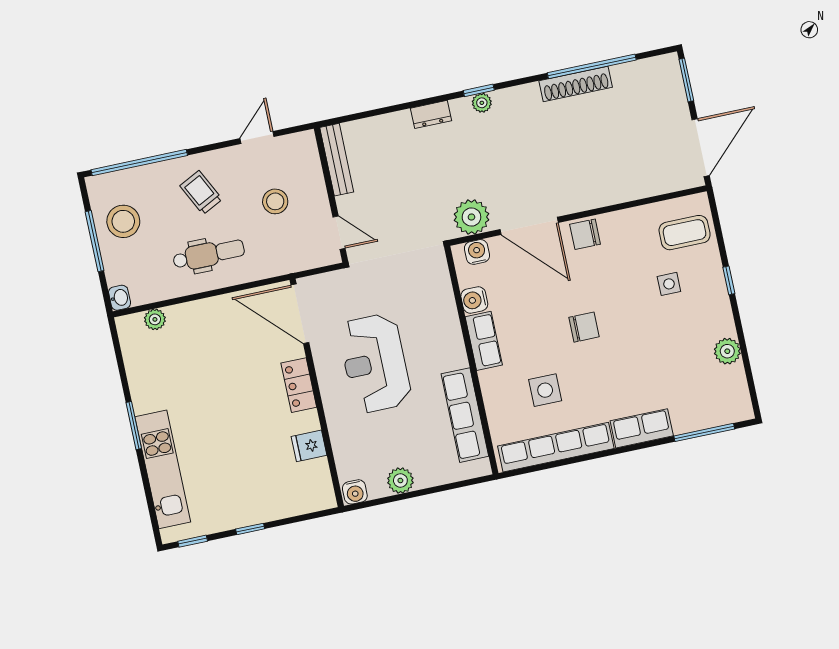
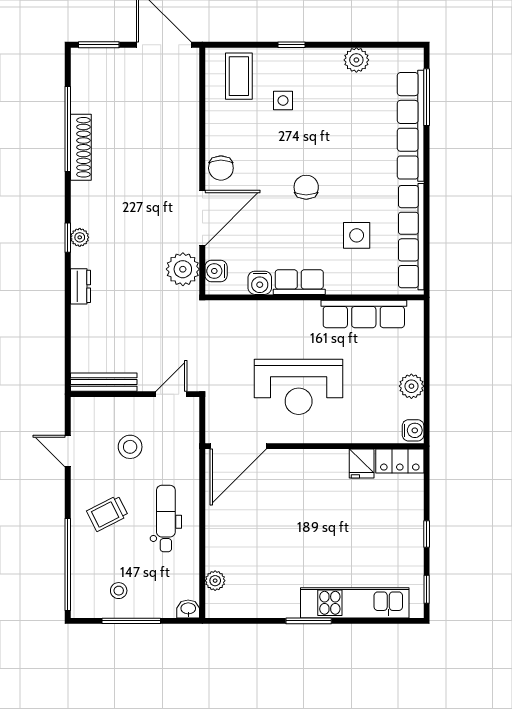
stool: (123, 221) -> (119, 591), width x0.53, depth x0.53
locker: (299, 385) -> (400, 461), moved
row of seats: (642, 428) -> (411, 126), width x2.02

